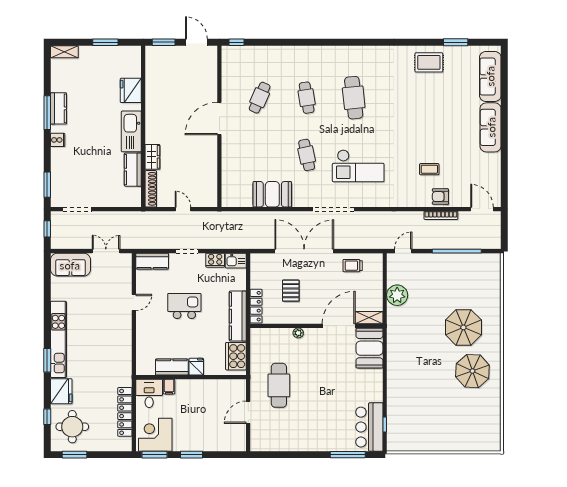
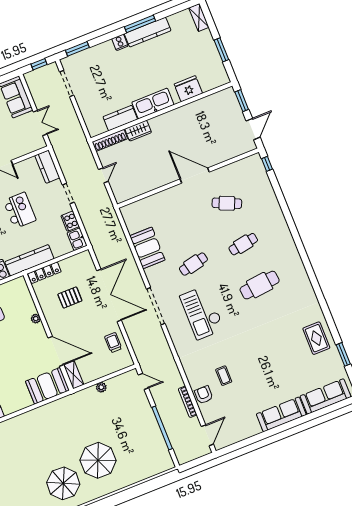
kitchen counter: (58, 108) -> (148, 32), width x1.50
plant: (397, 295) -> (101, 387), width x0.53, depth x0.53

